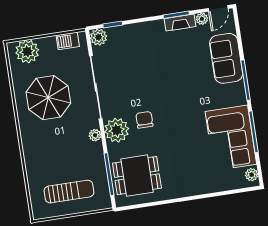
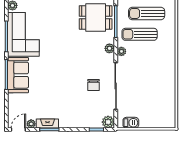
plant: (27, 51) -> (161, 120), removed
sofa: (226, 58) -> (18, 75), moved
parasol: (48, 98) -> (151, 84), removed
chair: (144, 120) -> (93, 85), moved
plant: (117, 130) -> (109, 48), width x0.53, depth x0.53
sun lounger: (74, 162) -> (140, 34), added

